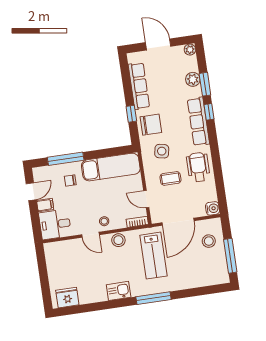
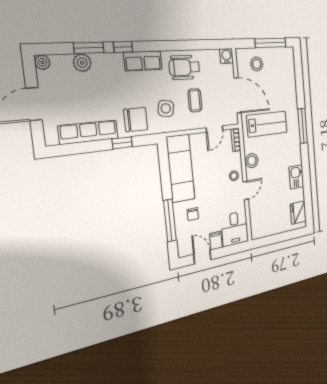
row of seats: (198, 122) -> (143, 61), width x0.68
chair: (151, 125) -> (136, 120), turned 90
kitchen sink: (119, 291) -> (296, 177), moved

